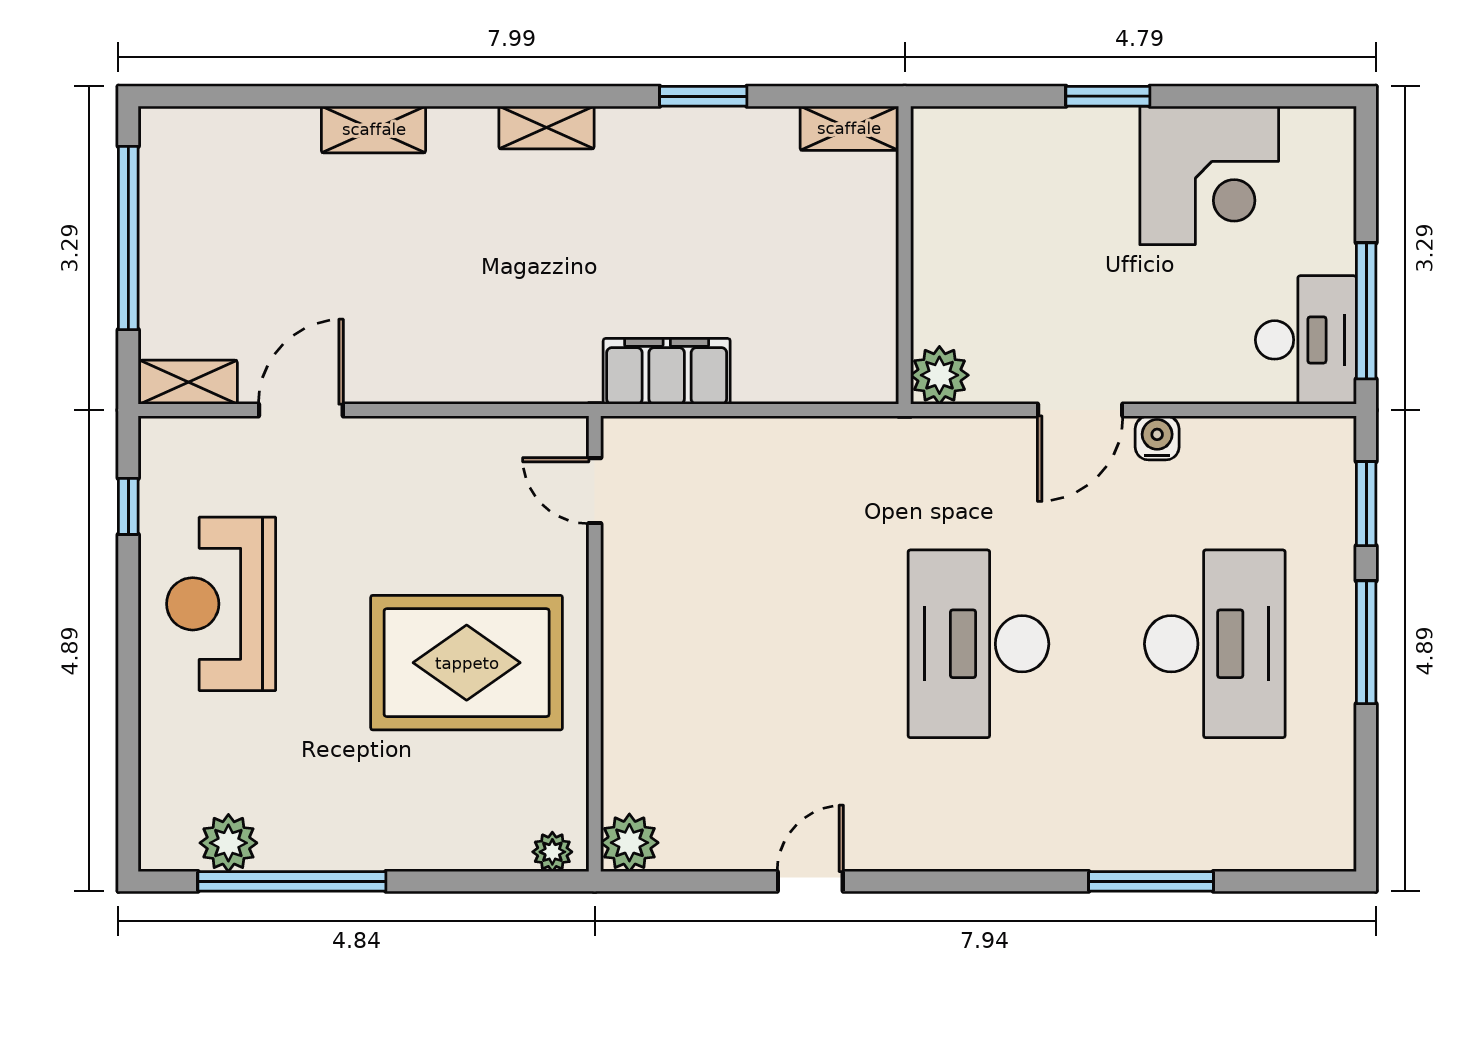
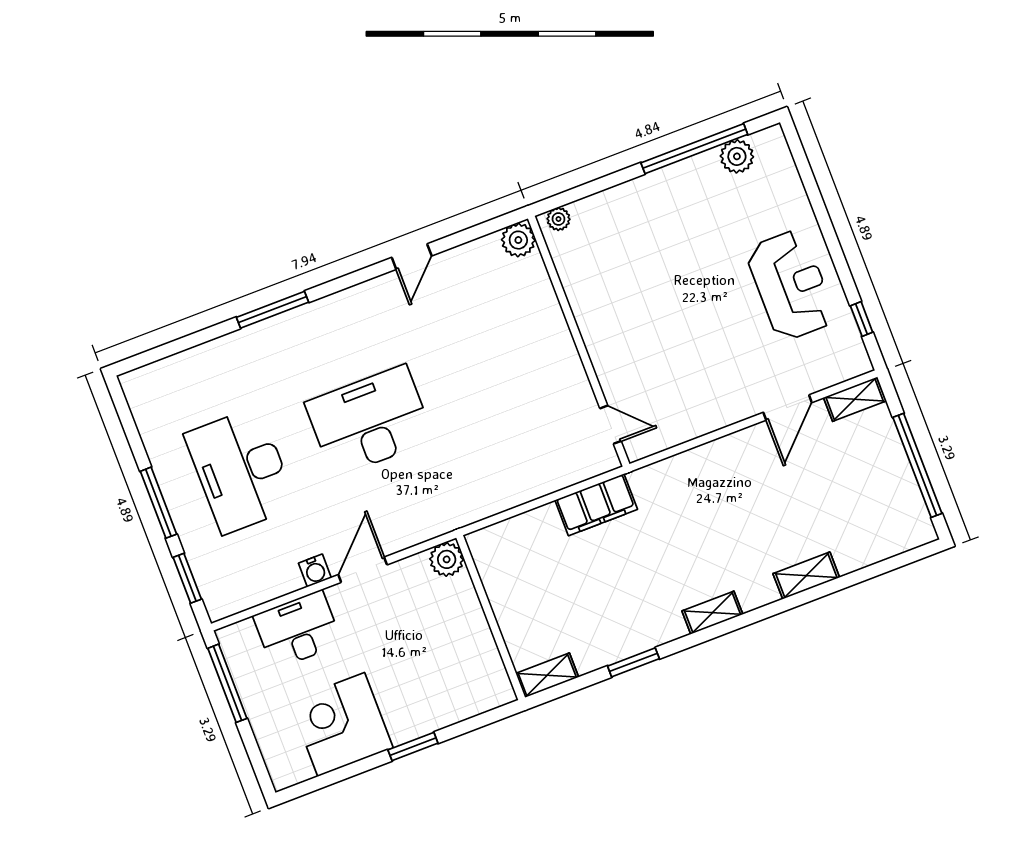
desk: (1306, 340) -> (298, 630), moved, turned 90
desk: (978, 644) -> (369, 421), turned -90
rug: (467, 663) -> (645, 304), removed
window: (1151, 881) -> (272, 310), moved

